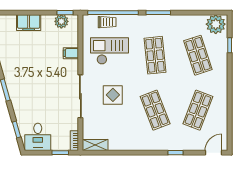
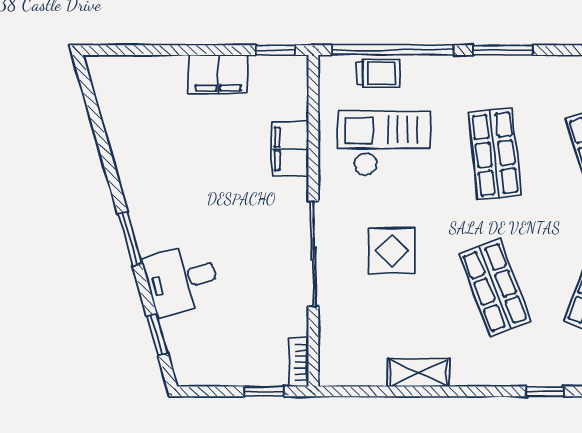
plant: (61, 21) -> (267, 72), removed
filing cabinet: (29, 23) -> (218, 74), moved
filing cabinet: (71, 53) -> (290, 149), width x2.00
desk: (38, 137) -> (182, 280), moved, turned 74
shelving: (95, 145) -> (418, 373), moved

